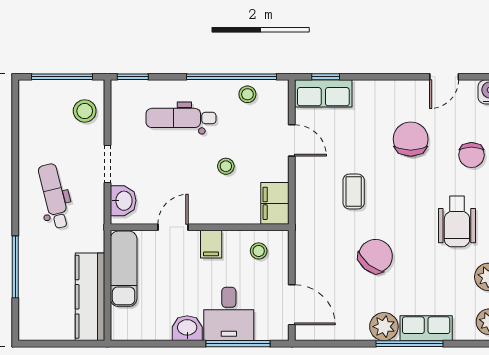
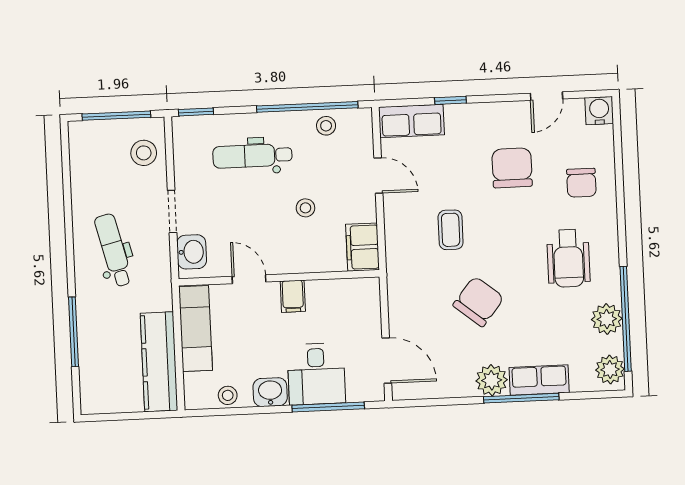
window: (326, 77) -> (450, 100), moved
door: (173, 227) -> (249, 279), hinge flipped
stool: (259, 251) -> (228, 395), moved

